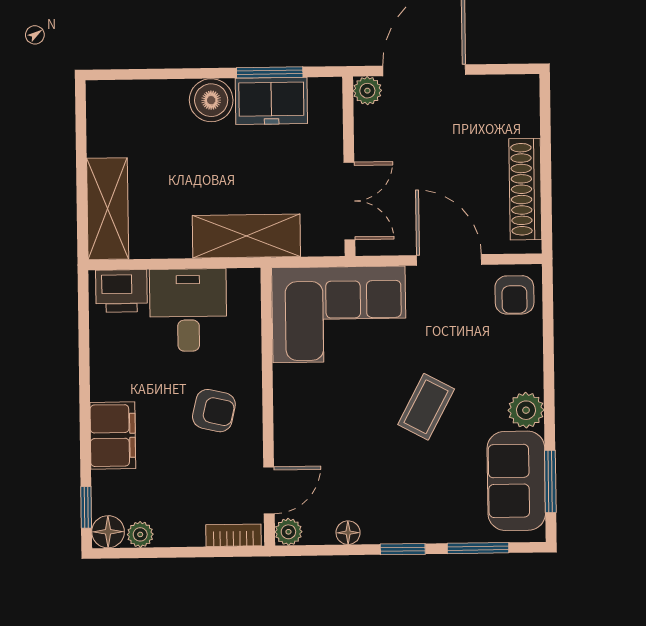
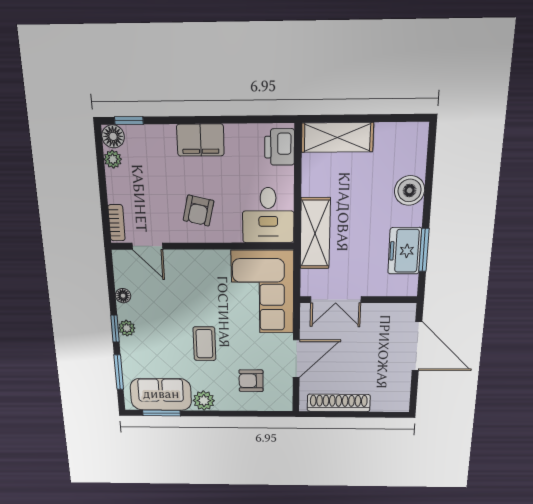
plant: (367, 91) -> (407, 312), removed
boiler: (211, 100) -> (410, 190), moved
armchair: (514, 295) -> (251, 381), moved
desk: (188, 310) -> (268, 215), moved, turned 90
coffee table: (426, 407) -> (204, 344), turned 62
filing cabinet: (113, 436) -> (200, 140), moved
plant: (288, 532) -> (127, 328), moved

